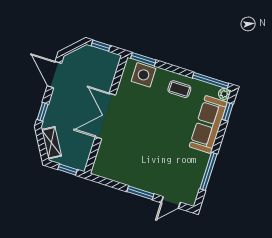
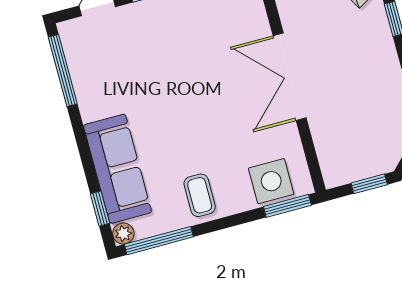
coffee table: (179, 89) -> (200, 195), turned 90
double door: (105, 116) -> (290, 77), swing flipped
window: (208, 171) -> (63, 71), moved

